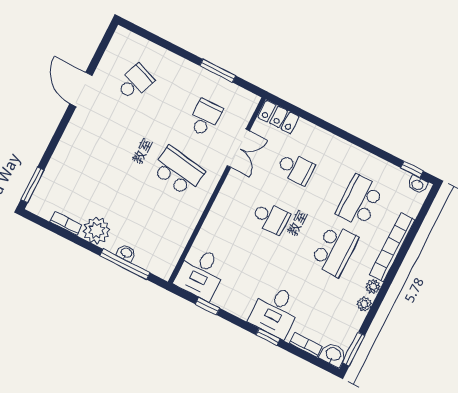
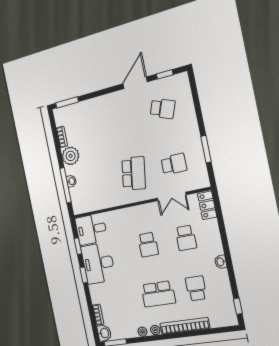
window: (101, 51) -> (165, 74), added
washbasin: (418, 184) -> (221, 262), moved
school desk: (360, 201) -> (196, 288), width x0.54
desk: (275, 311) -> (98, 263), moved, width x1.37
window: (268, 337) -> (84, 275), moved

